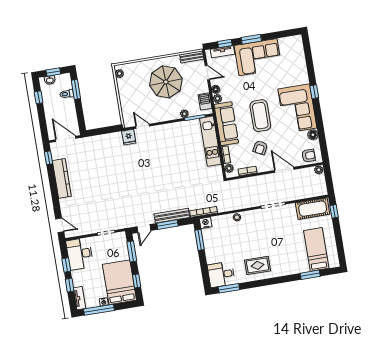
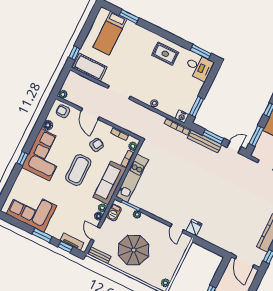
corner sofa: (258, 57) -> (31, 210), moved

